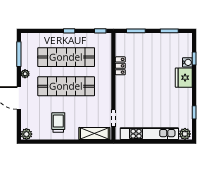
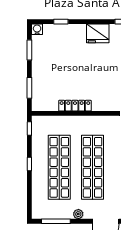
water cooler: (187, 62) -> (37, 29), moved
locker: (120, 66) -> (75, 106), width x1.53
fridge: (184, 78) -> (98, 33), moved

